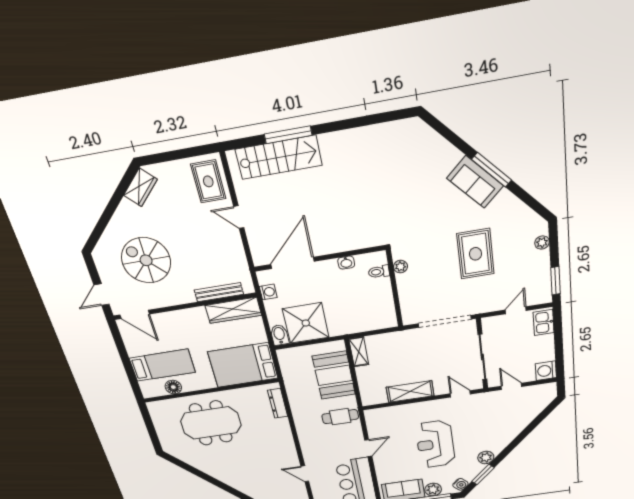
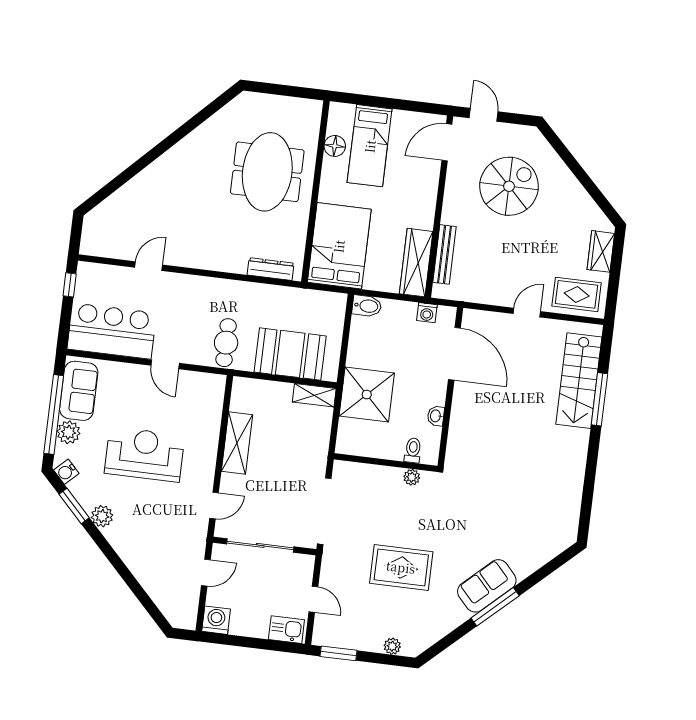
wardrobe: (140, 187) -> (601, 251), moved, turned 45
shower: (306, 323) -> (367, 394), moved

